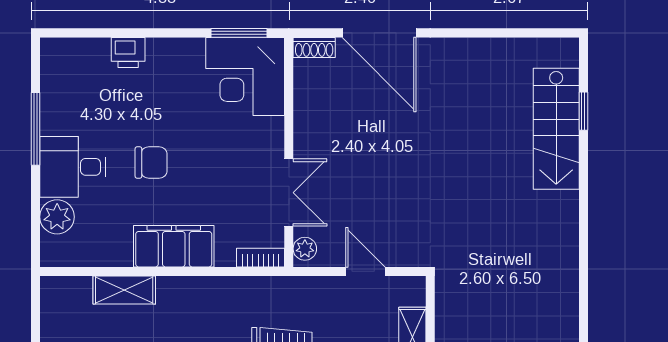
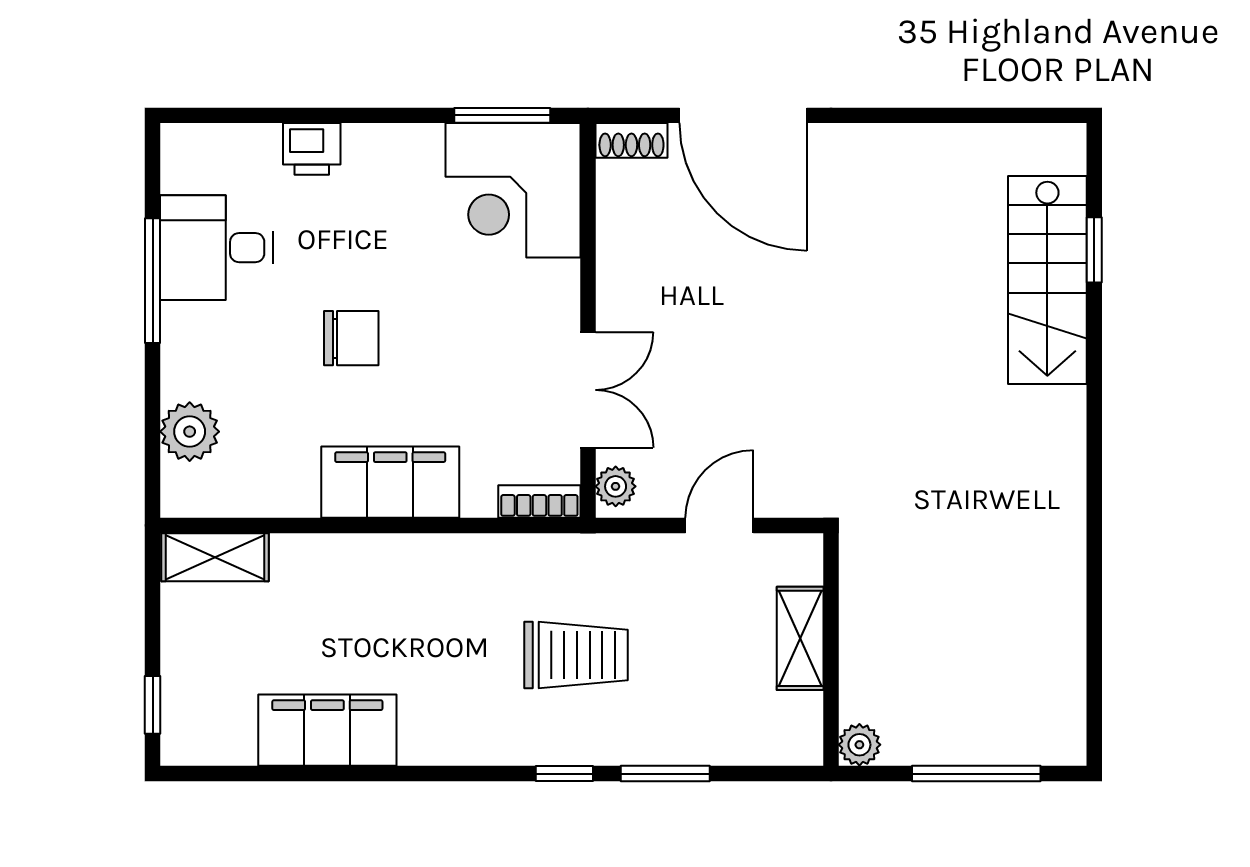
desk: (73, 167) -> (217, 248), moved
door: (365, 271) -> (719, 525), hinge flipped
shelving: (124, 290) -> (215, 557), moved

